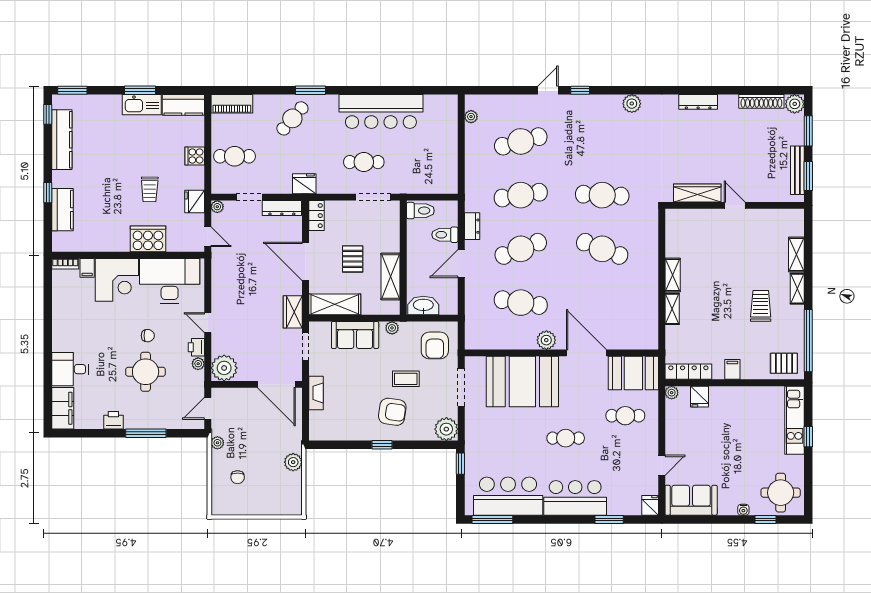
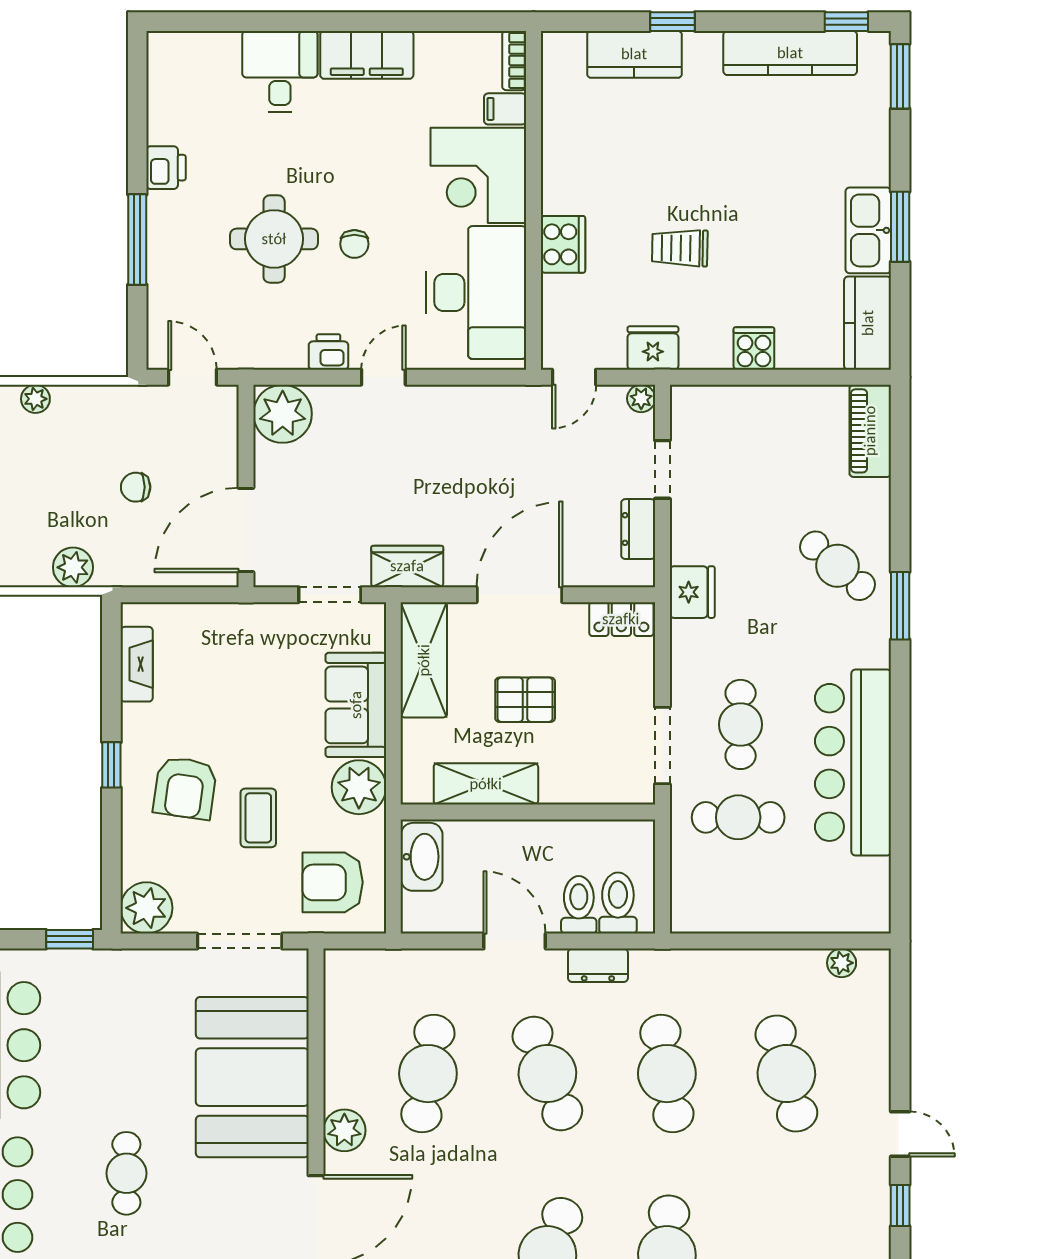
cafe table: (235, 156) -> (738, 817), moved, turned 90
dresser: (282, 208) -> (638, 529), width x0.70
toilet: (420, 211) -> (618, 903), moved, turned 180
cooker: (148, 239) -> (563, 244), width x0.73, depth x0.76
plant: (392, 328) -> (359, 787), width x1.88, depth x1.88
plant: (198, 364) -> (292, 356), removed
fireplace: (316, 393) -> (137, 664), moved, turned -90
filing cabinet: (63, 408) -> (367, 55), moved
plant: (217, 443) -> (35, 399), moved
chair: (238, 477) -> (136, 487), moved

